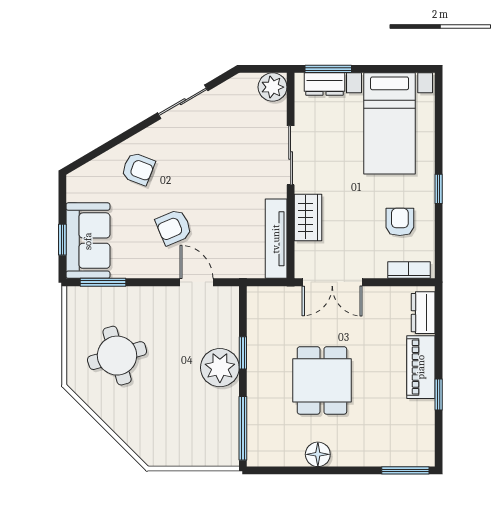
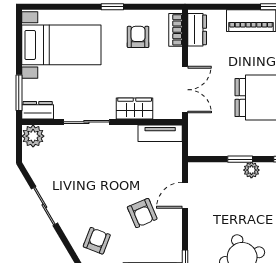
dresser: (324, 84) -> (38, 110), moved, turned -90
armchair: (400, 222) -> (138, 37), turned 90
tv unit: (276, 239) -> (160, 133), width x0.71
dresser: (423, 313) -> (197, 30), moved, turned -90
plant: (220, 368) -> (251, 170), width x0.53, depth x0.53

